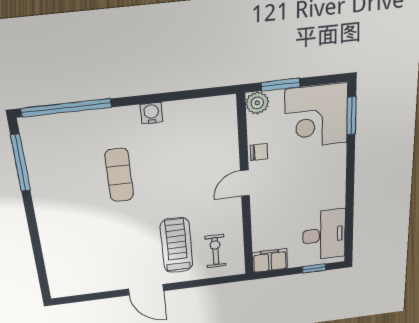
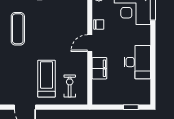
desk: (324, 235) -> (137, 62), moved
filing cabinet: (270, 261) -> (99, 68), moved, turned 90

